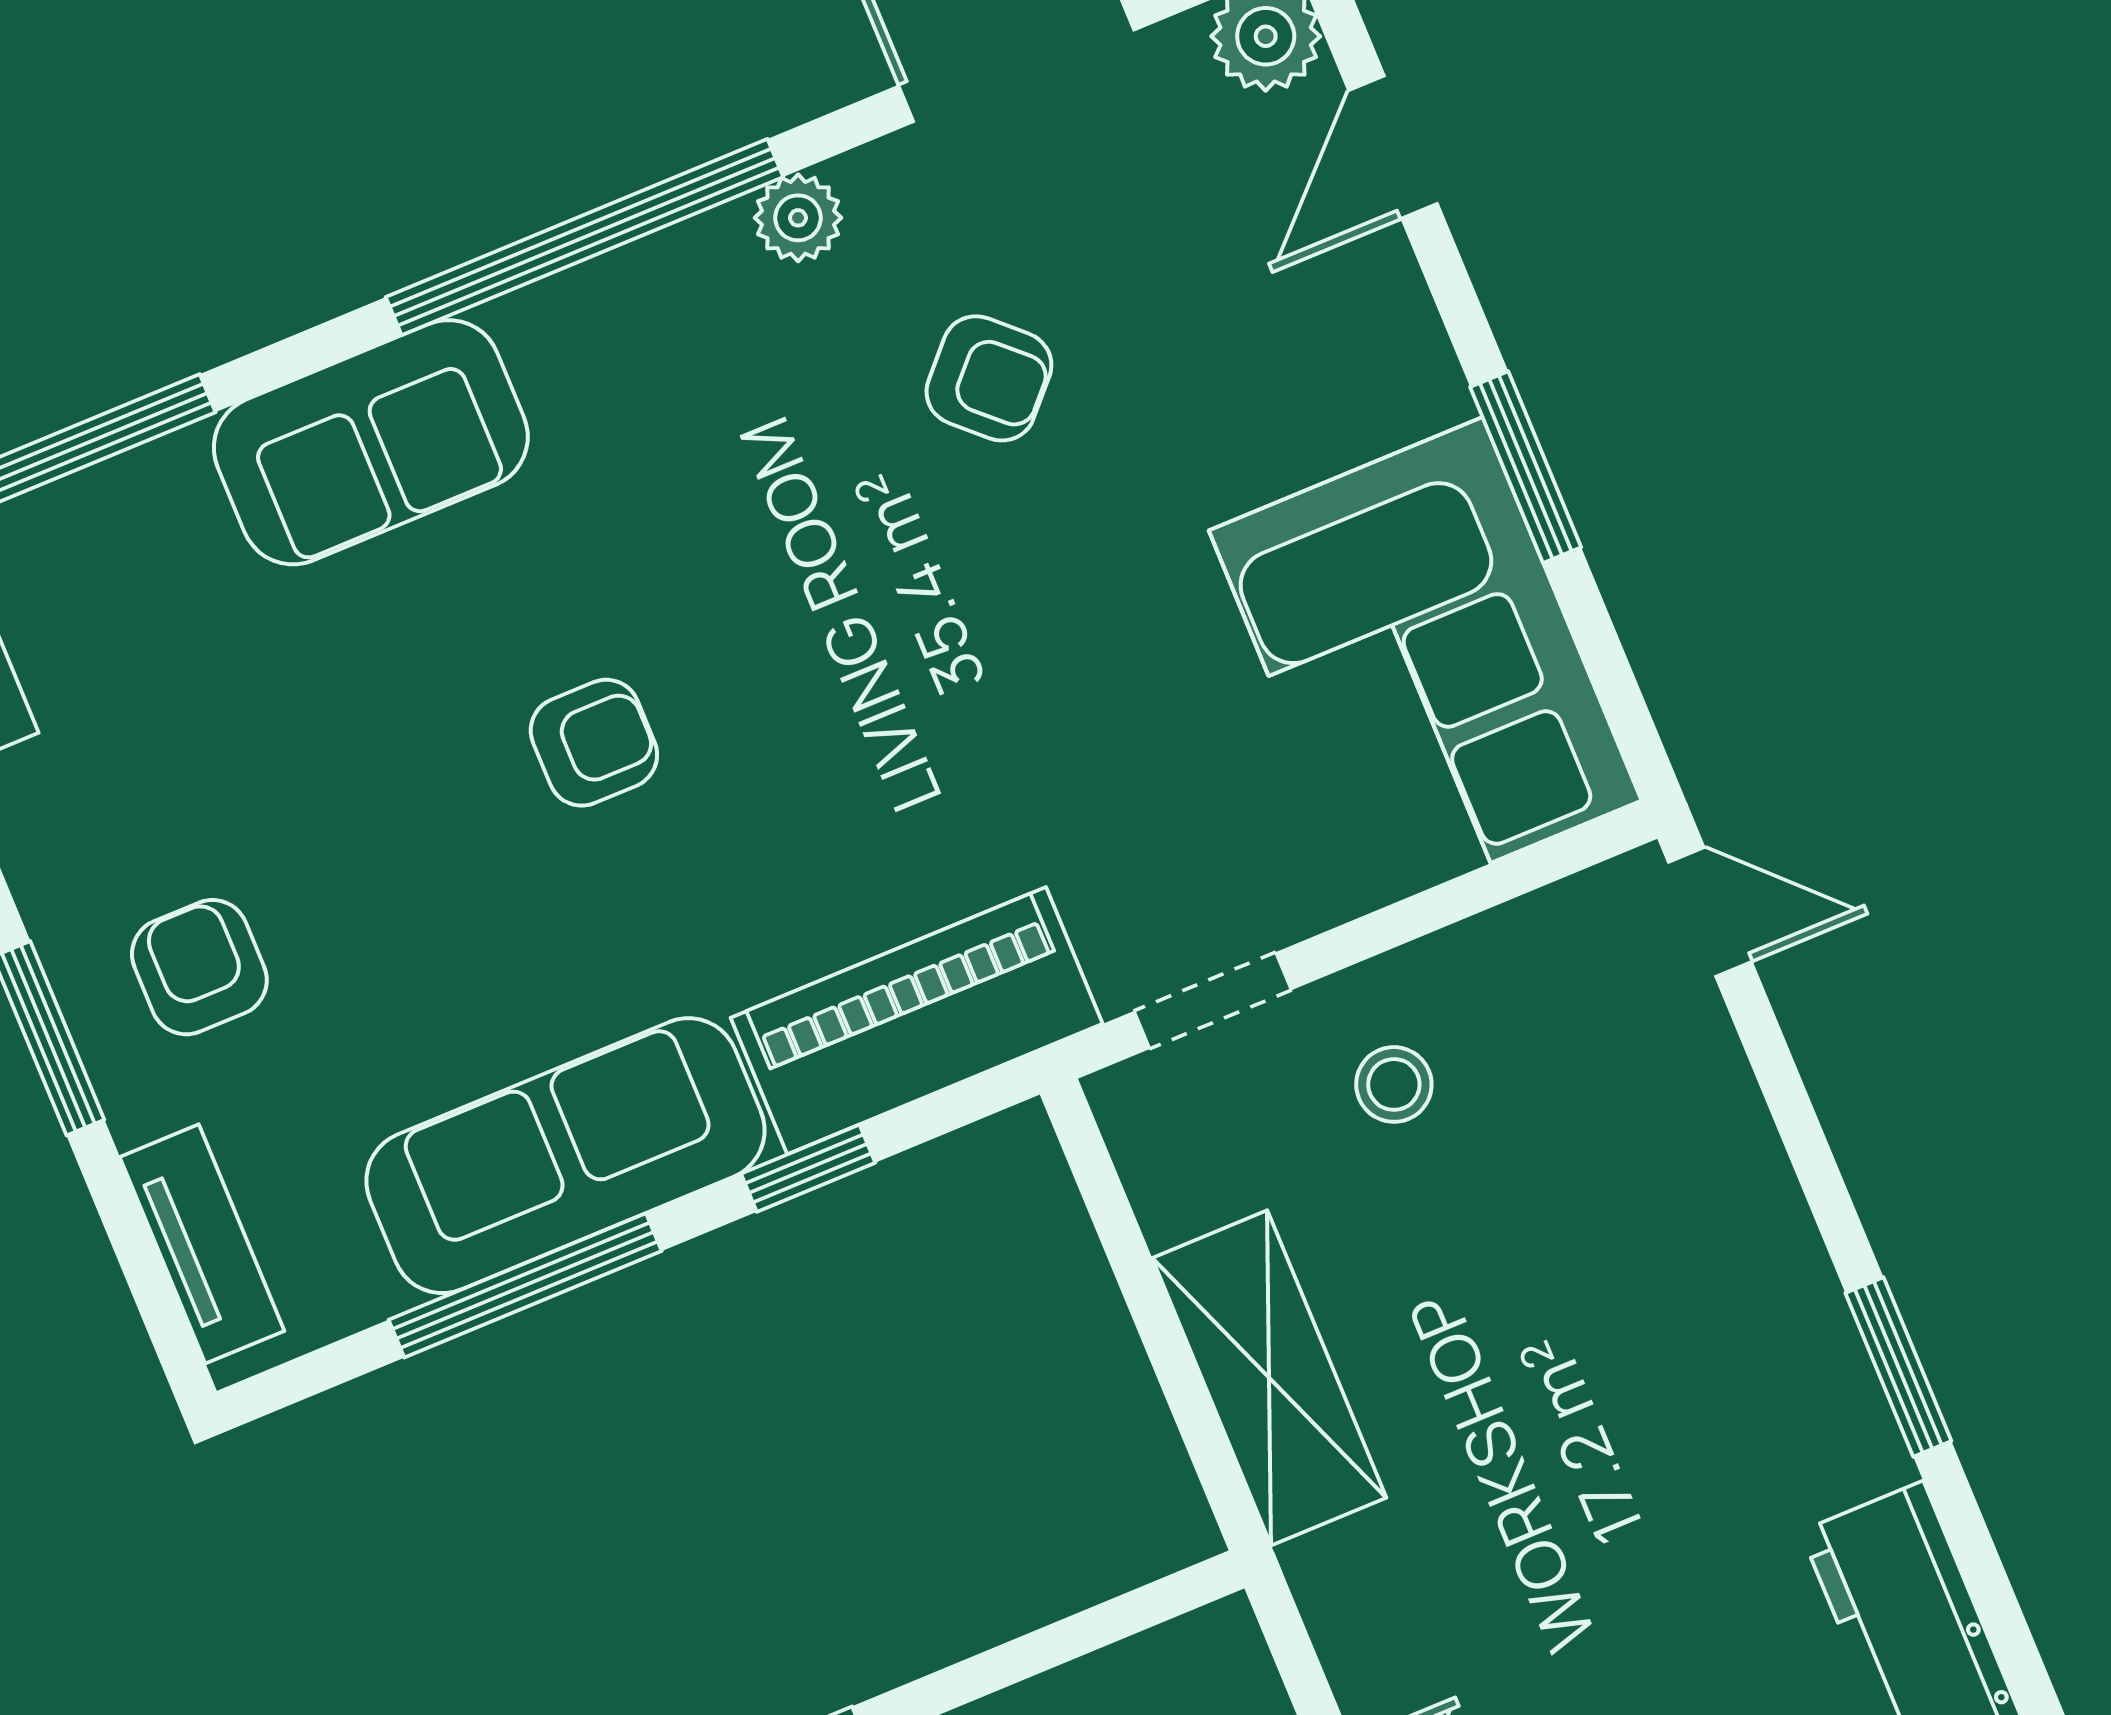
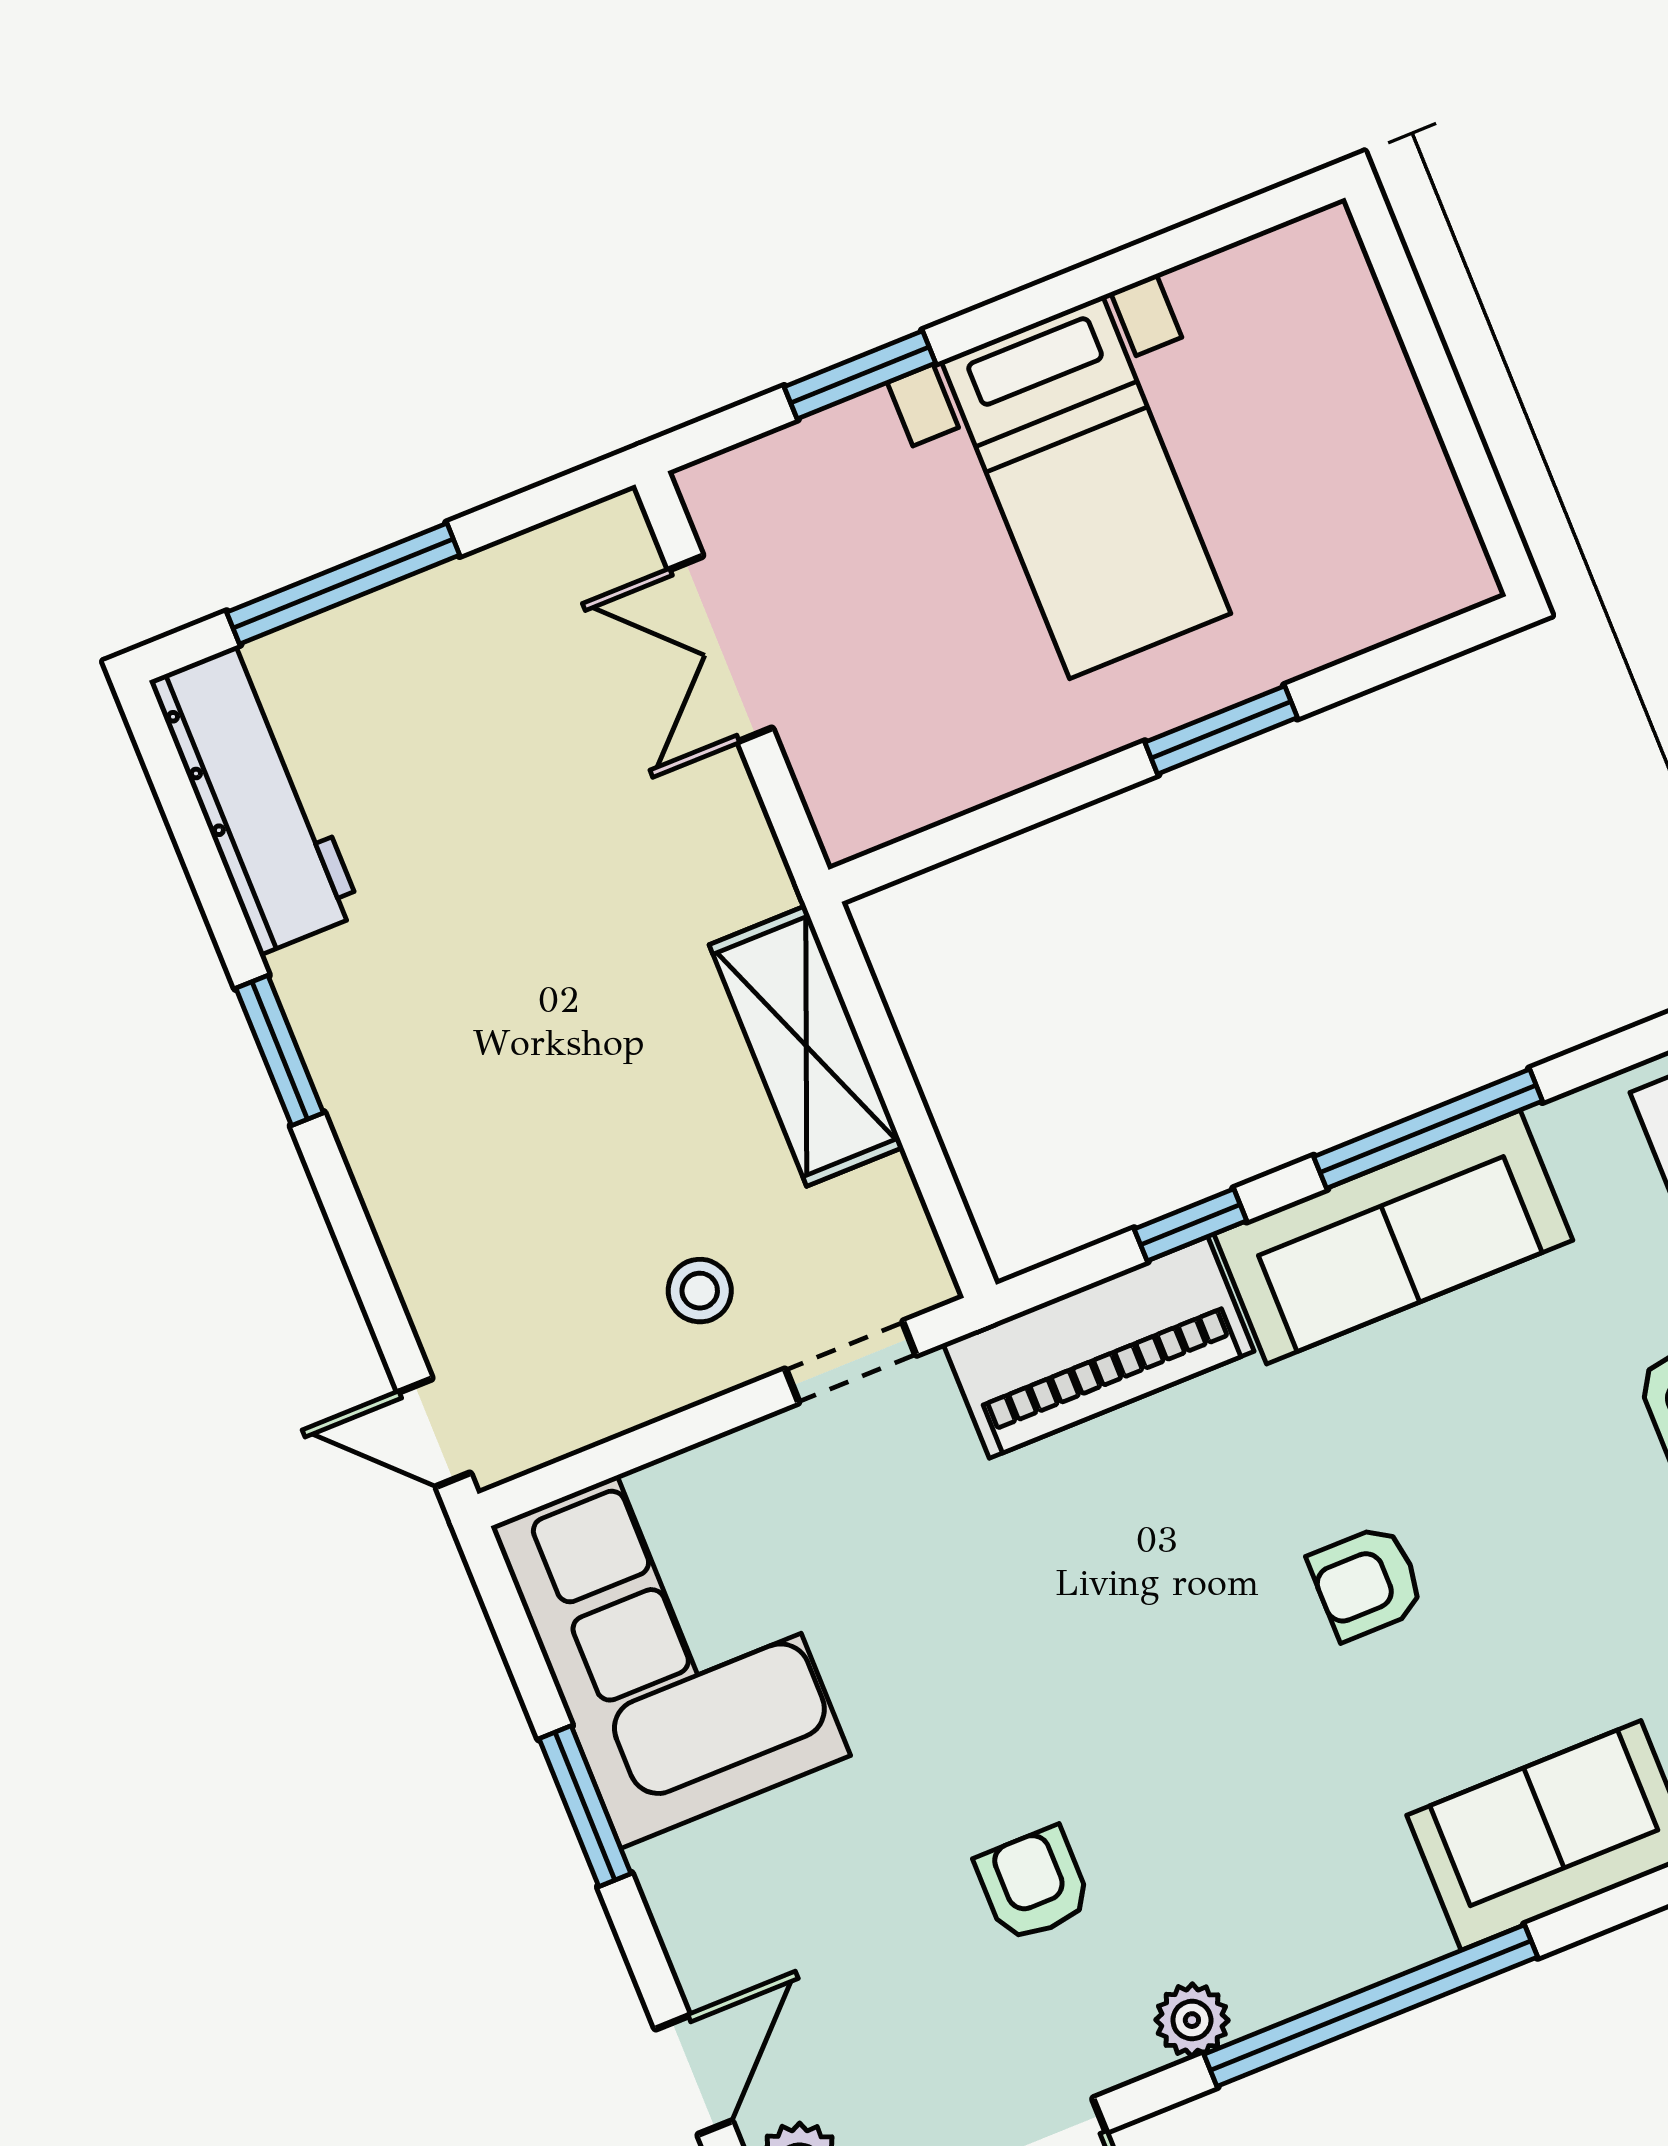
armchair: (989, 378) -> (1033, 1884), turned 47

